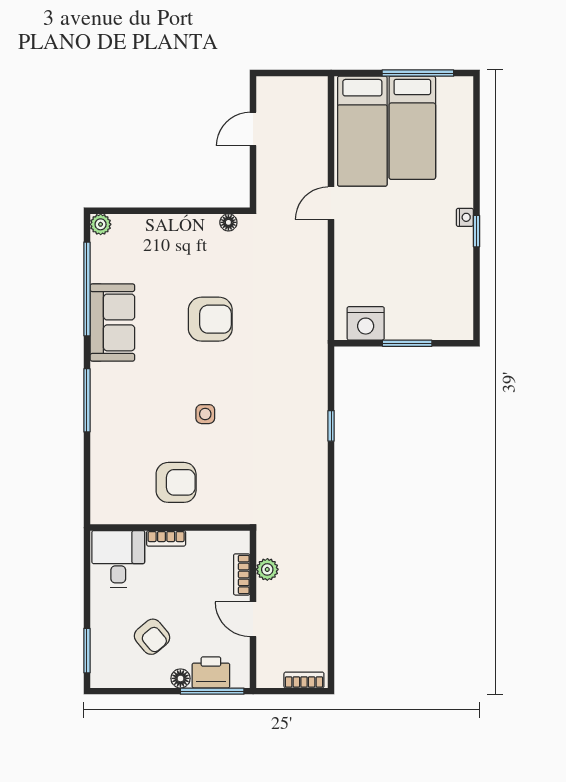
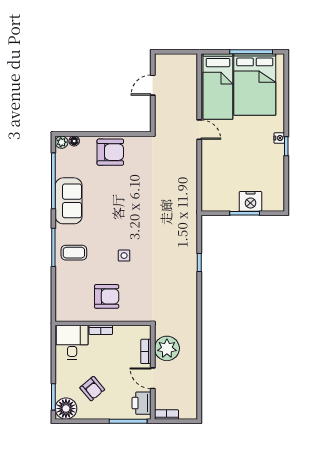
bed: (412, 128) -> (255, 84), width x1.50
door: (331, 203) -> (199, 130), swing flipped
floor lamp: (228, 222) -> (74, 141), moved
armchair: (210, 319) -> (110, 152), moved
nightstand: (366, 323) -> (250, 201), moved
coffee table: (121, 409) -> (74, 253), added
plant: (267, 569) -> (167, 348), width x1.88, depth x1.88
printer: (211, 672) -> (142, 403), moved, turned -90
floor lamp: (180, 678) -> (66, 409), moved, width x1.89, depth x1.89
bookcase: (304, 680) -> (167, 415), moved

